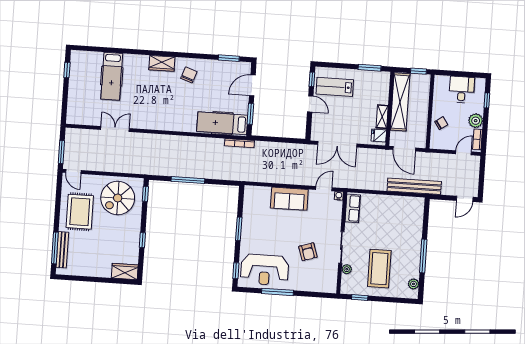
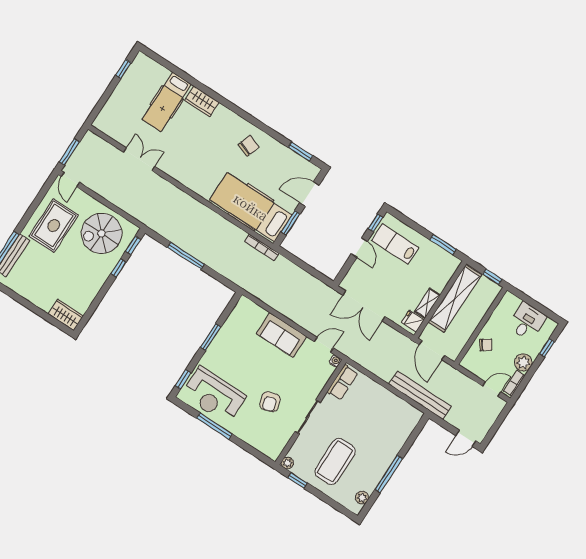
wardrobe: (162, 63) -> (202, 101), moved
hospital bed: (222, 123) -> (251, 207), width x1.37, depth x1.29
window: (142, 240) -> (118, 268), moved
plant: (347, 269) -> (287, 463), moved

